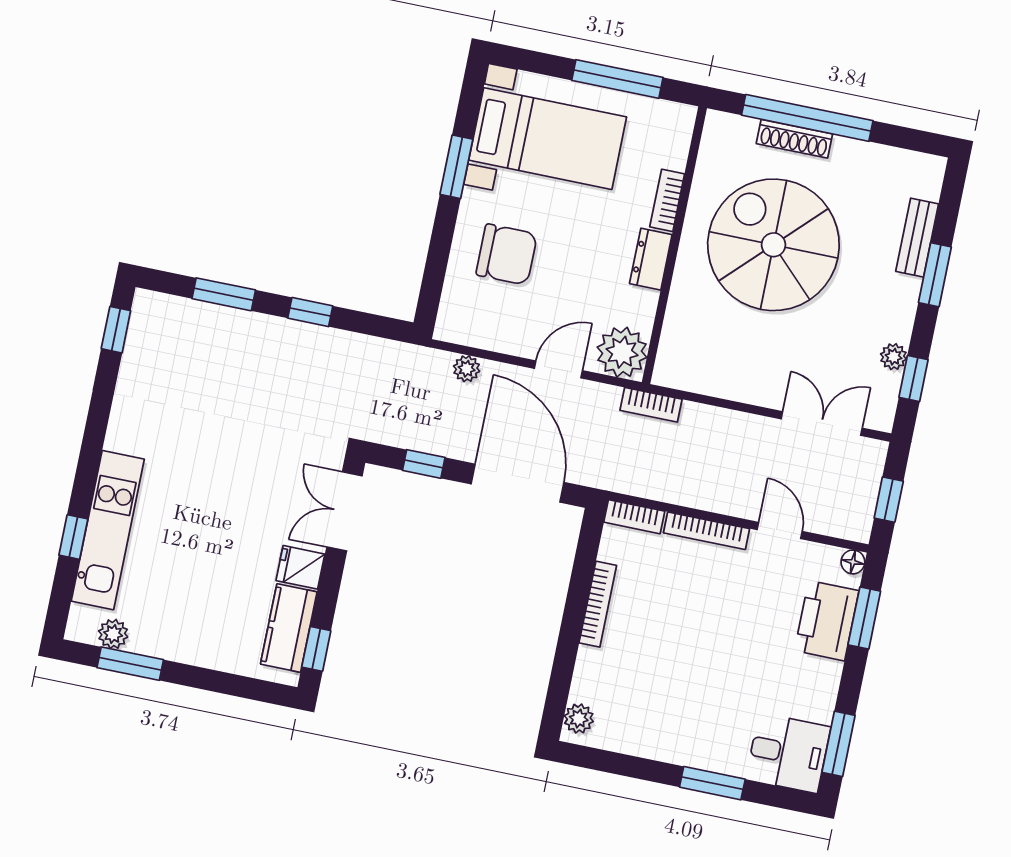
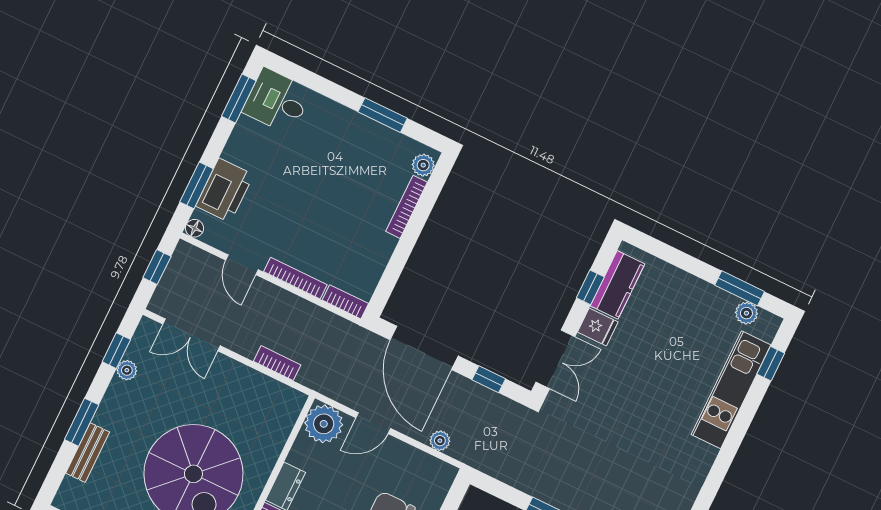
bookcase: (651, 405) -> (277, 363), moved
window: (73, 537) -> (771, 364), moved
bookcase: (598, 604) -> (407, 207), moved
window: (316, 649) -> (590, 287), moved
window: (712, 783) -> (383, 115), moved

